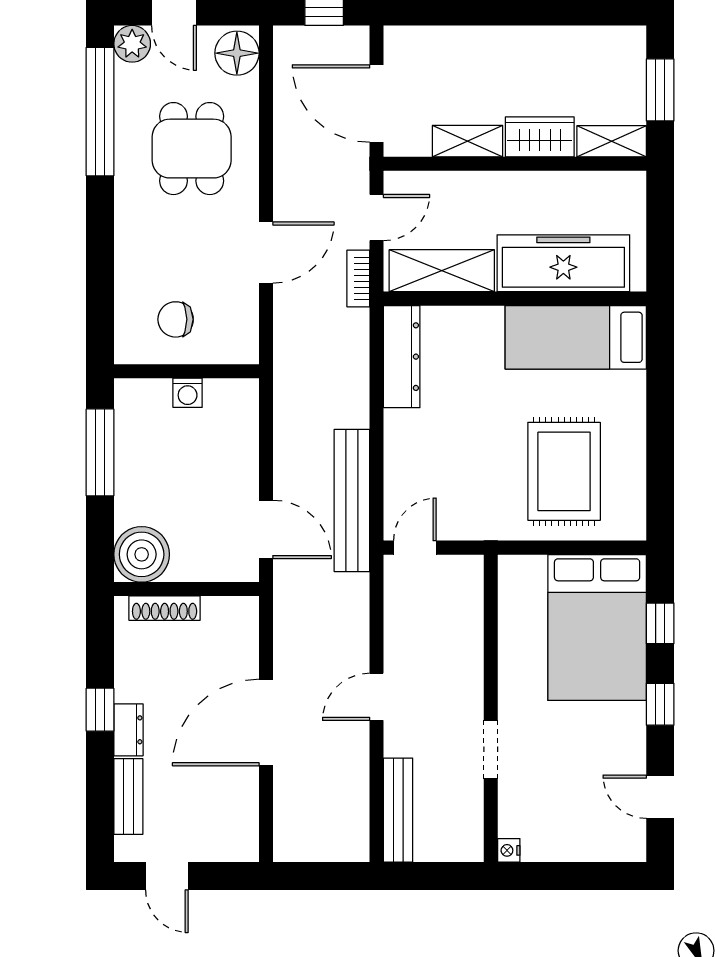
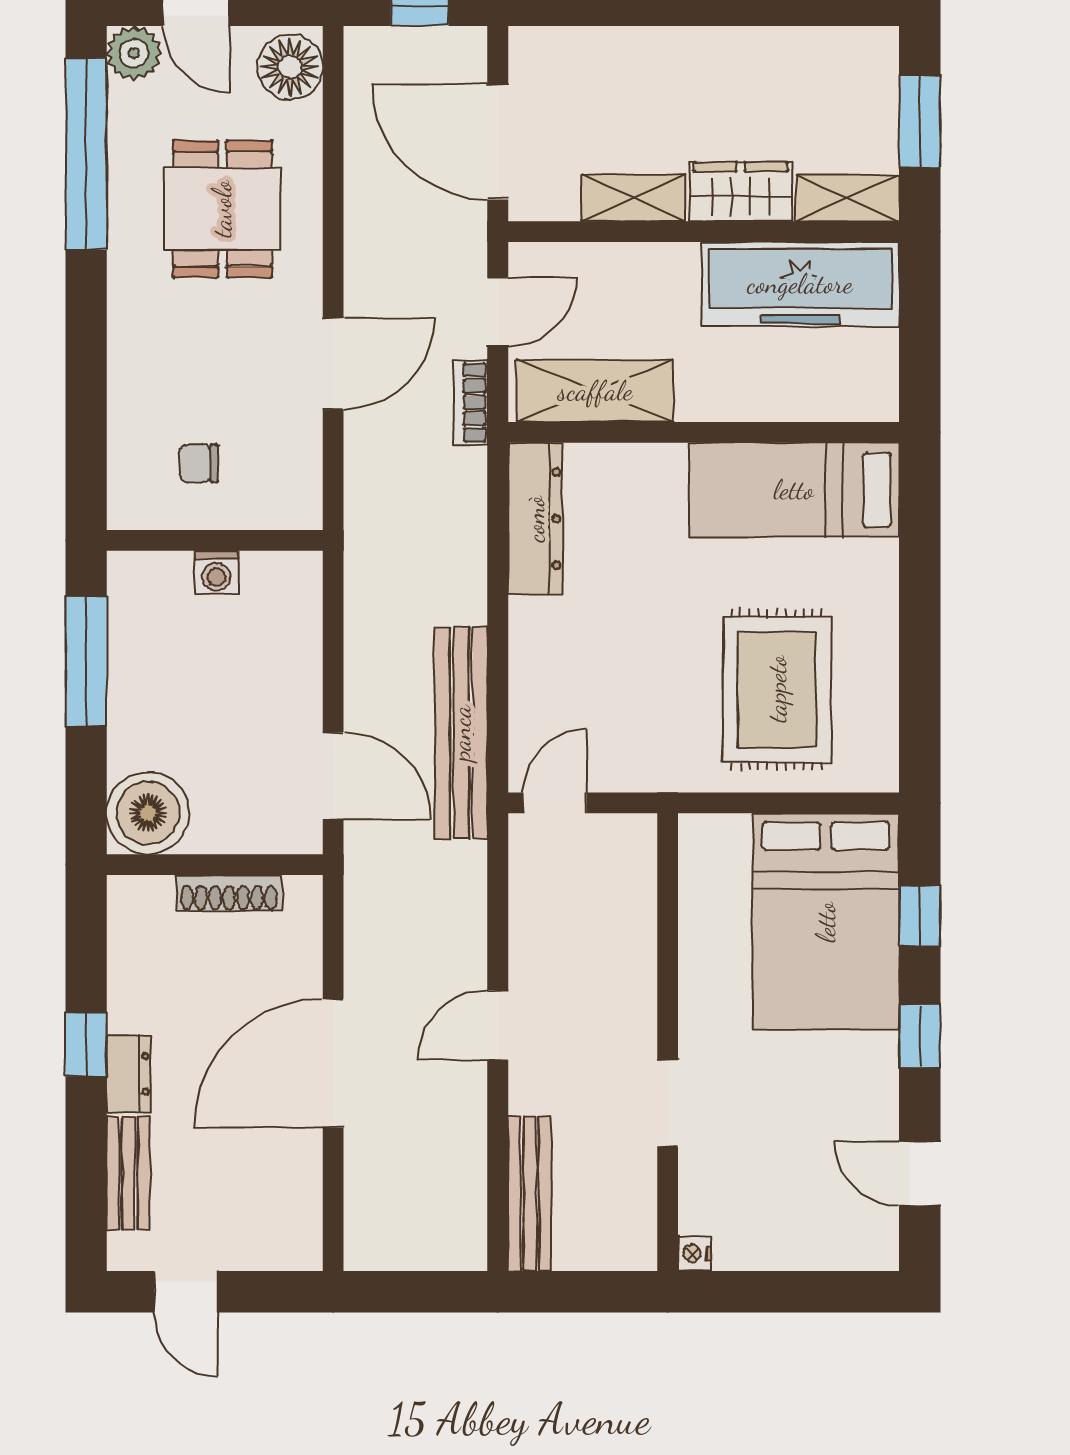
freezer: (563, 263) -> (800, 284), moved, turned 180
chair: (176, 319) -> (199, 463), width x0.73, depth x0.73
shoe rack: (165, 608) -> (229, 893), moved

